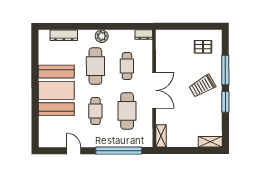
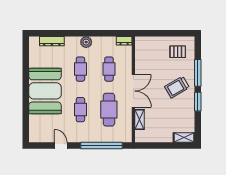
cafe table: (95, 66) -> (80, 69), width x0.73, depth x0.74
shelving: (161, 136) -> (140, 119), moved

